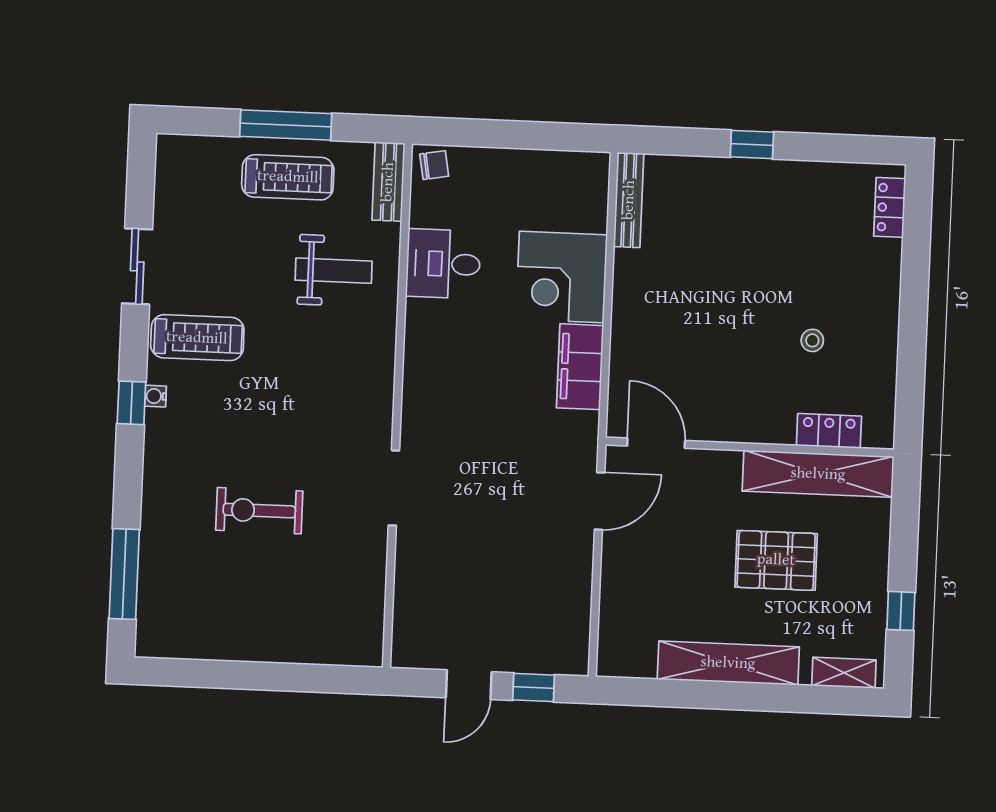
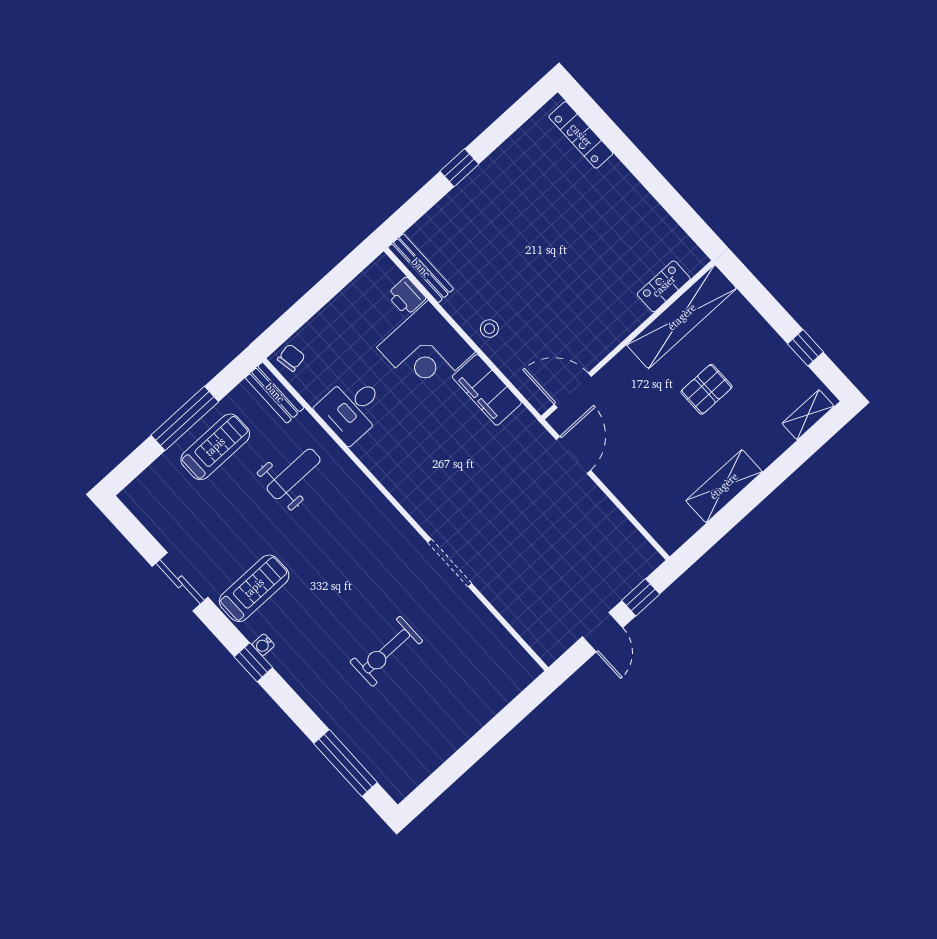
locker: (890, 207) -> (581, 135), width x1.53
printer: (591, 212) -> (406, 296), added
stool: (812, 340) -> (489, 329), moved
pallet: (776, 560) -> (707, 389), width x0.67, depth x0.71
shelving: (728, 663) -> (724, 486), width x0.68

